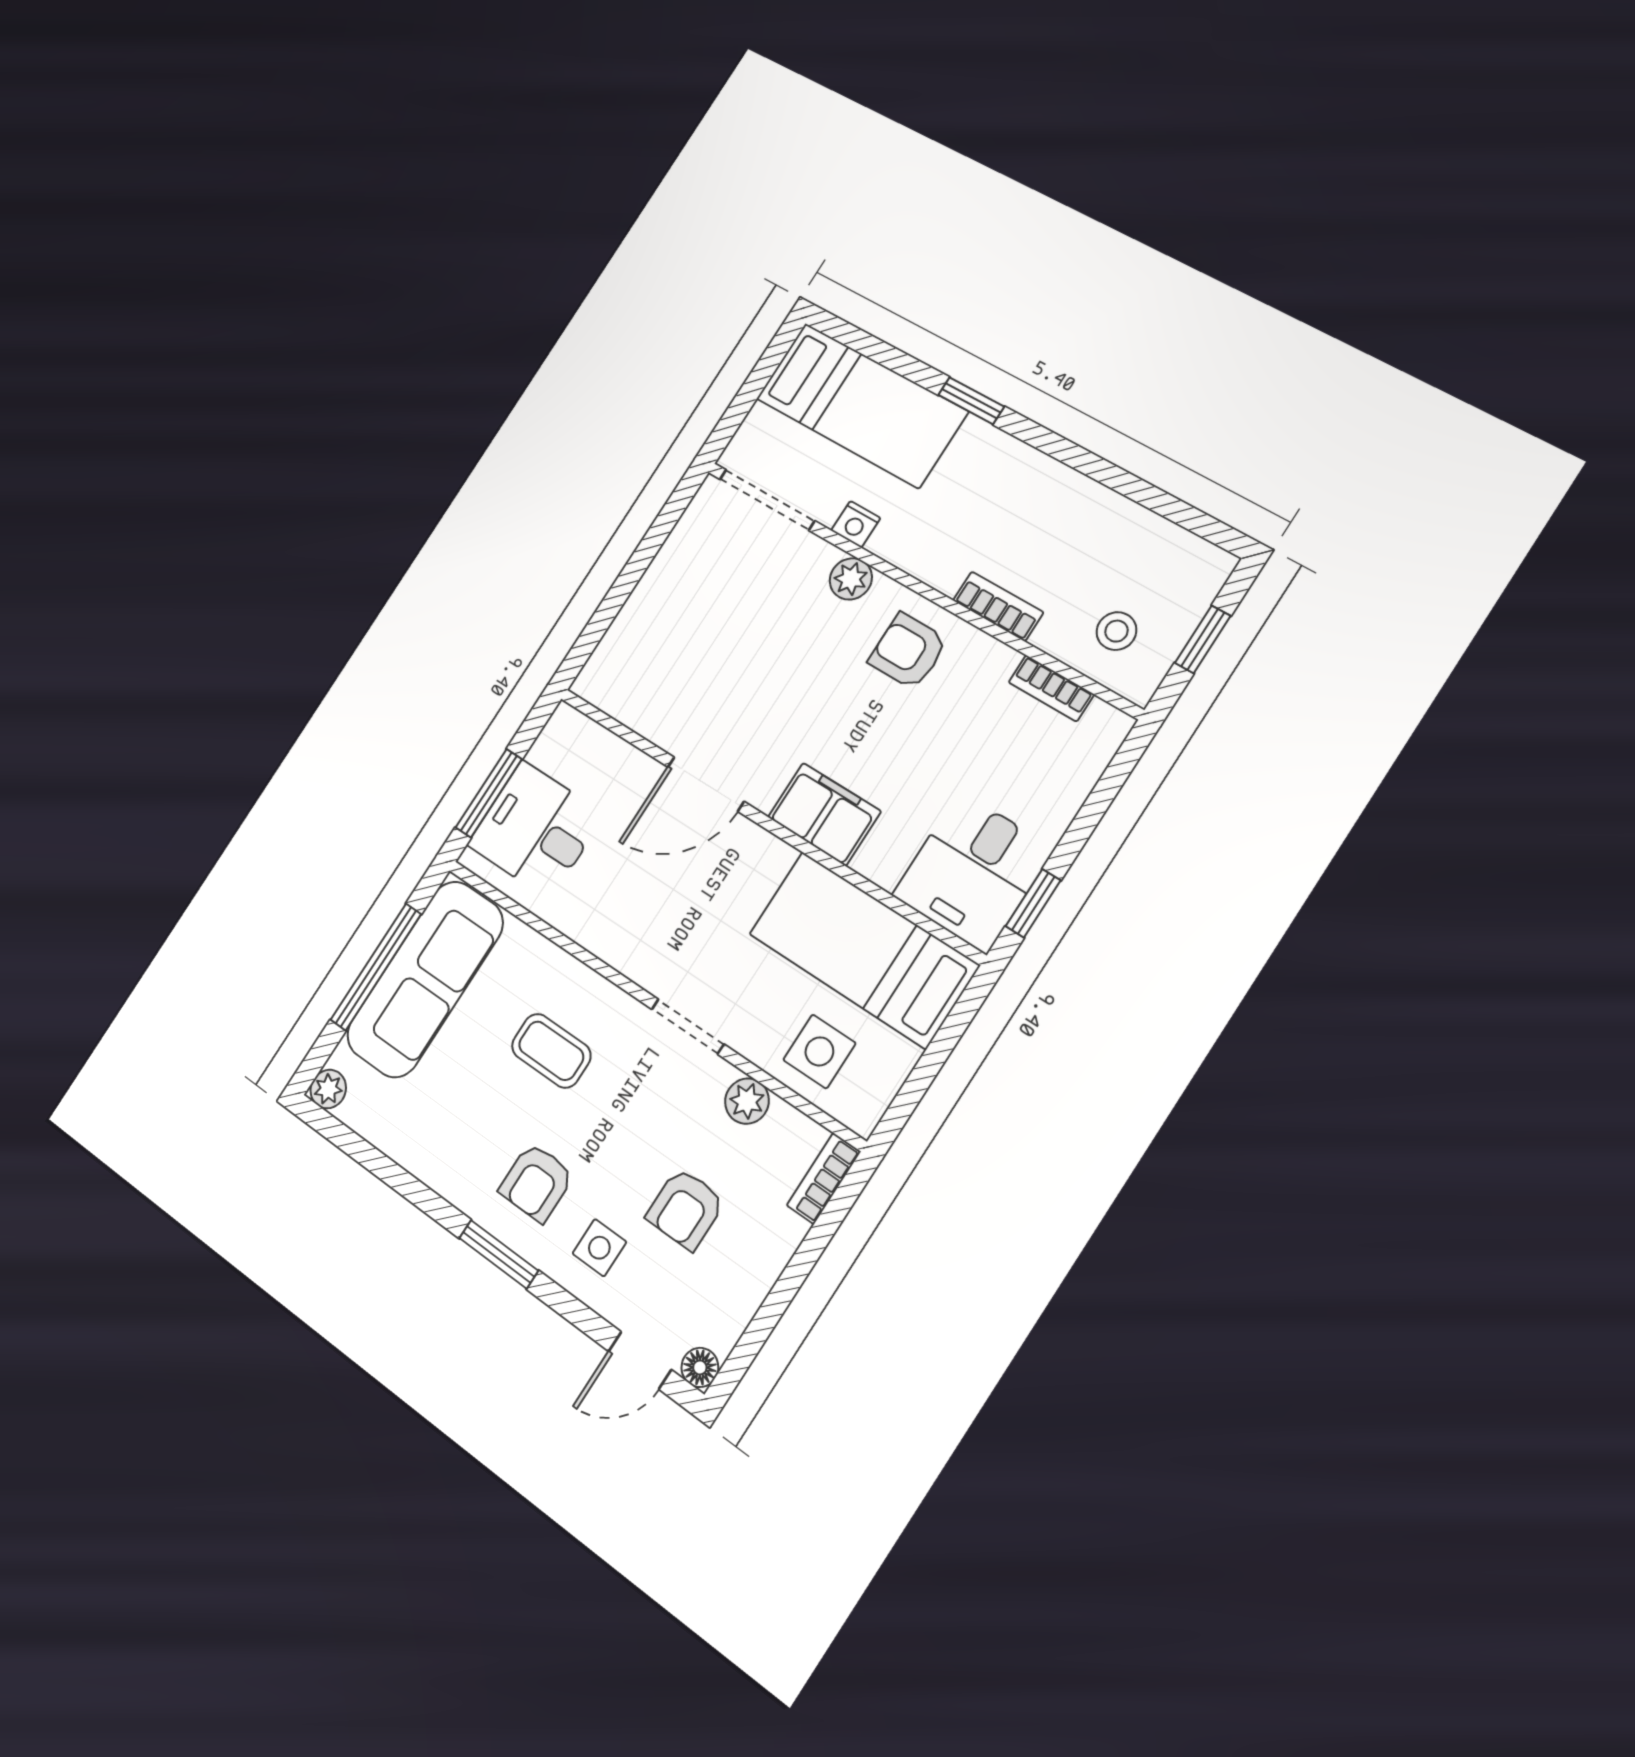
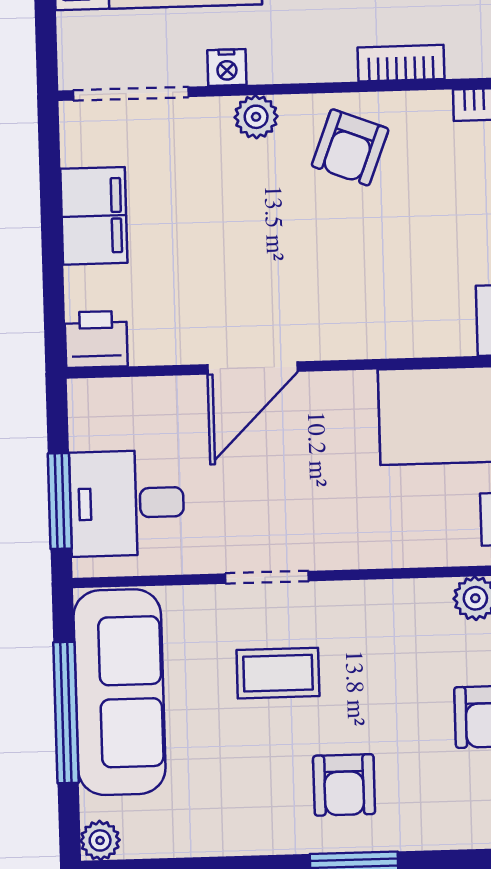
armchair: (908, 651) -> (350, 147), turned -69
printer: (605, 682) -> (96, 339), added
filing cabinet: (824, 814) -> (94, 216), moved, turned 90
doorway: (688, 1027) -> (267, 577), moved
side table: (599, 1248) -> (436, 797), removed

